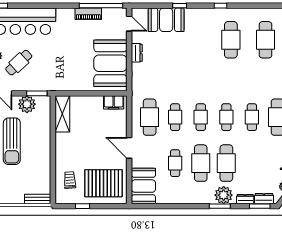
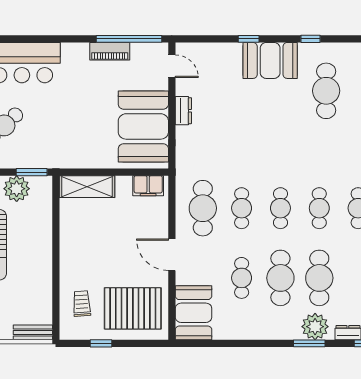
booth: (166, 20) -> (270, 60), moved
shelving: (62, 114) -> (87, 187), moved, turned 90

